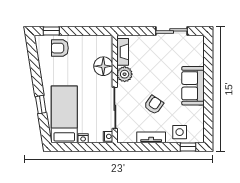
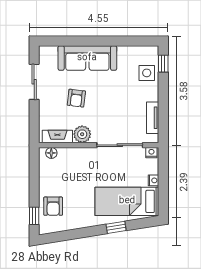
floor lamp: (103, 66) -> (51, 153), moved, width x0.53, depth x0.53
sofa: (193, 86) -> (87, 58), width x1.36
armchair: (154, 105) -> (76, 98), moved, turned -117
tv unit: (151, 137) -> (153, 118), moved

